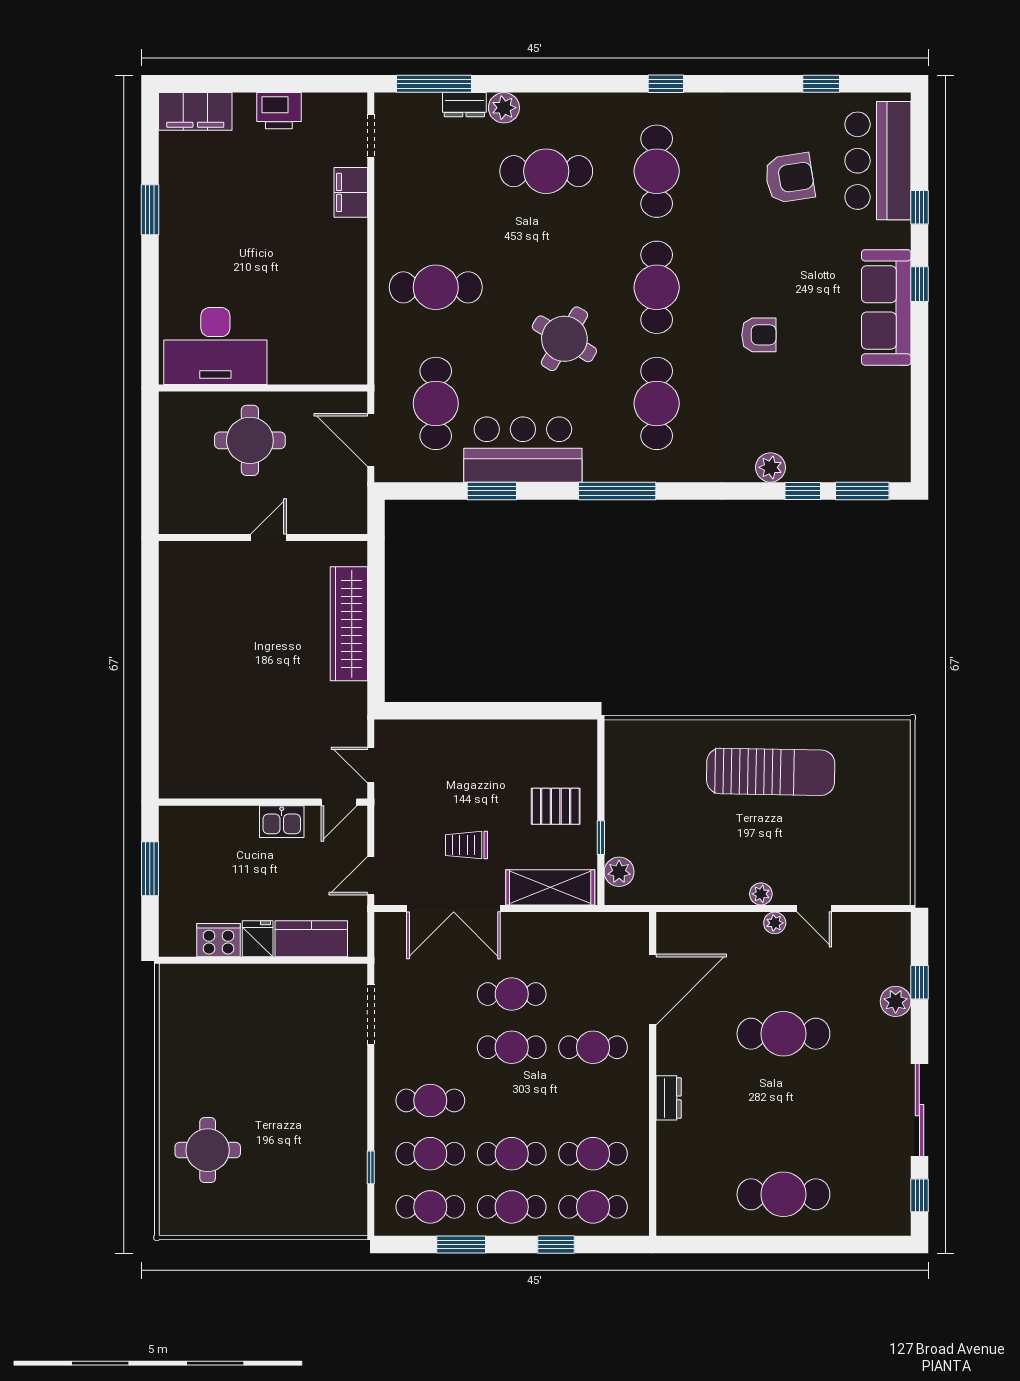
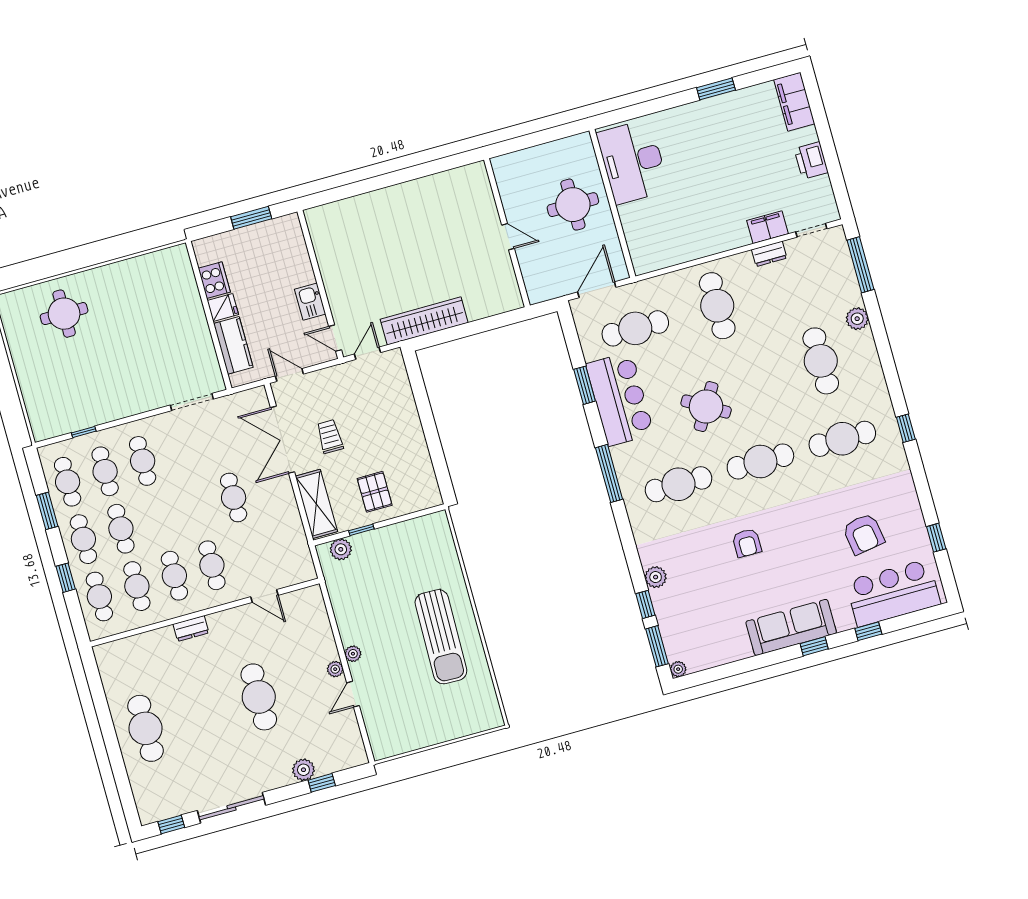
dresser: (464, 105) -> (769, 254), moved, turned -90
plant: (900, 471) -> (678, 669), added
wardrobe: (349, 624) -> (424, 321), moved
door: (653, 989) -> (264, 596), width x0.53
cafe table: (512, 1047) -> (174, 576), moved

